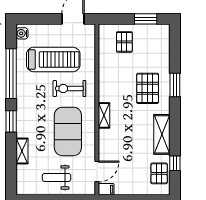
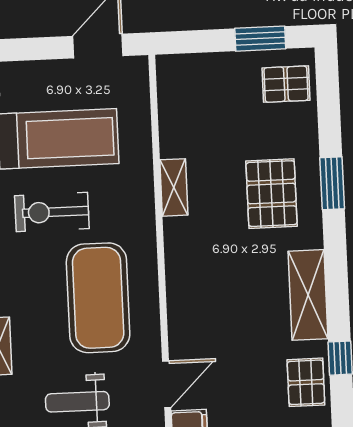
pallet: (124, 42) -> (286, 84), moved, turned 90
exercise bike: (69, 88) -> (52, 212), moved
shelving: (104, 115) -> (174, 187), moved

